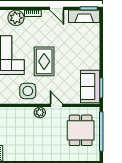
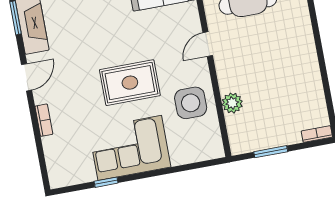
plant: (16, 18) -> (58, 150), removed
plant: (40, 112) -> (232, 103), moved

